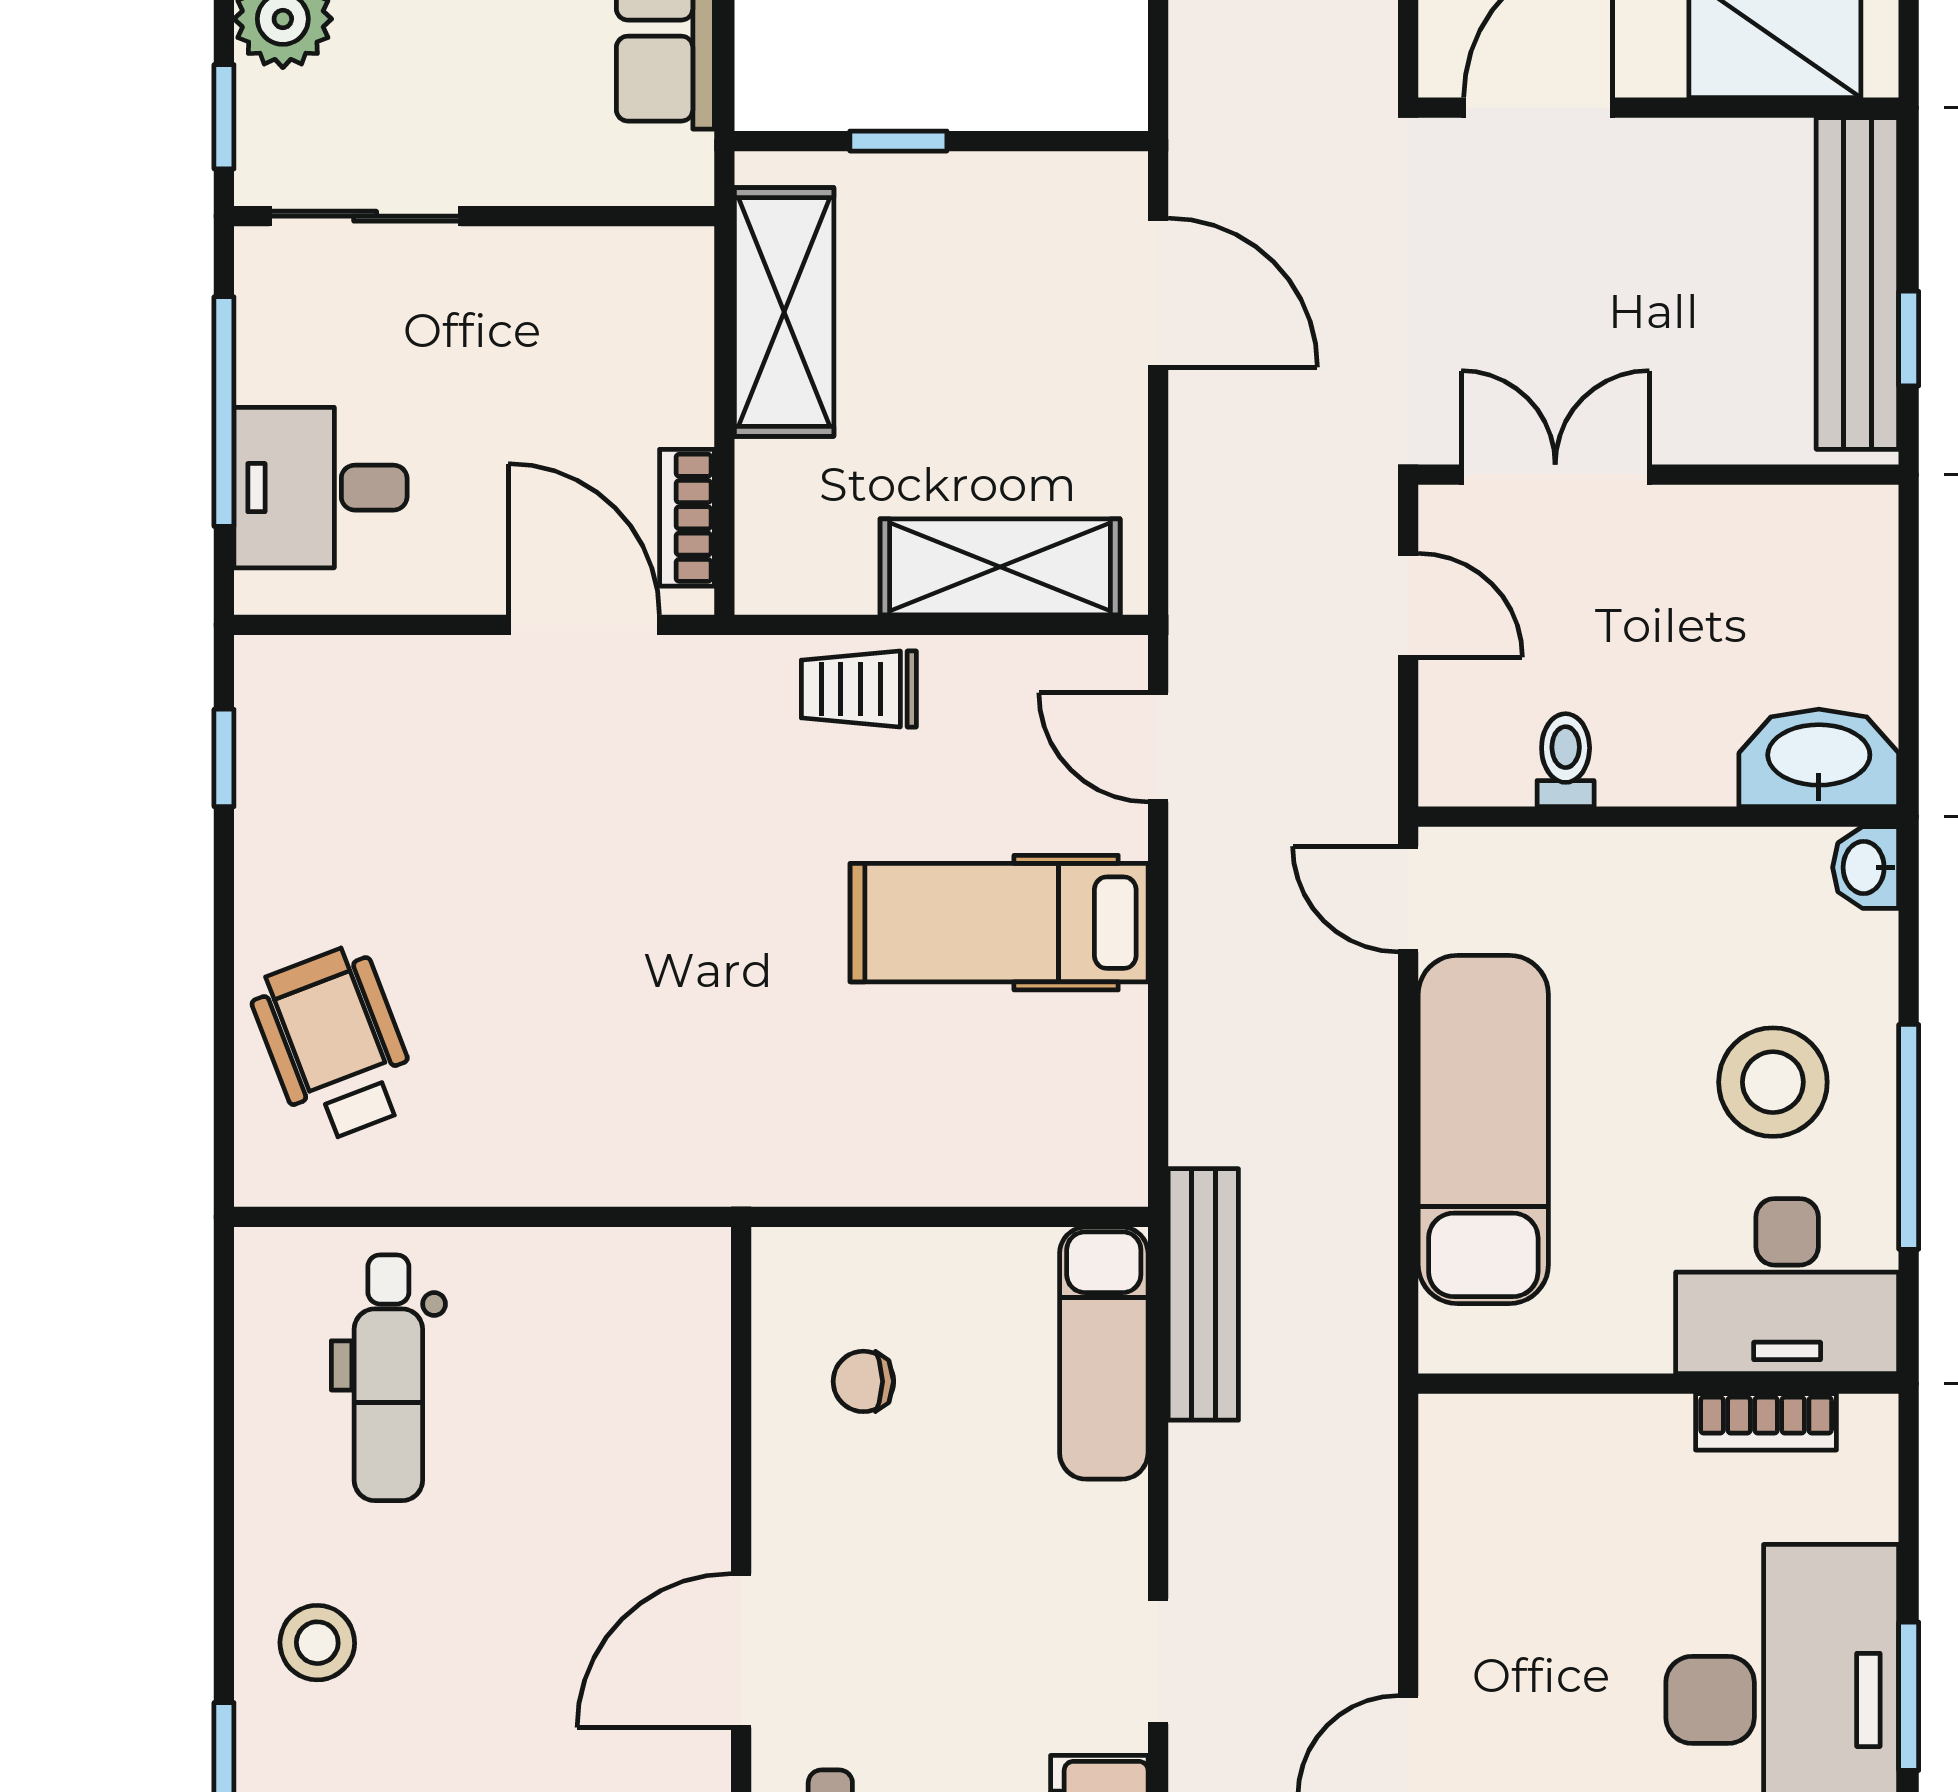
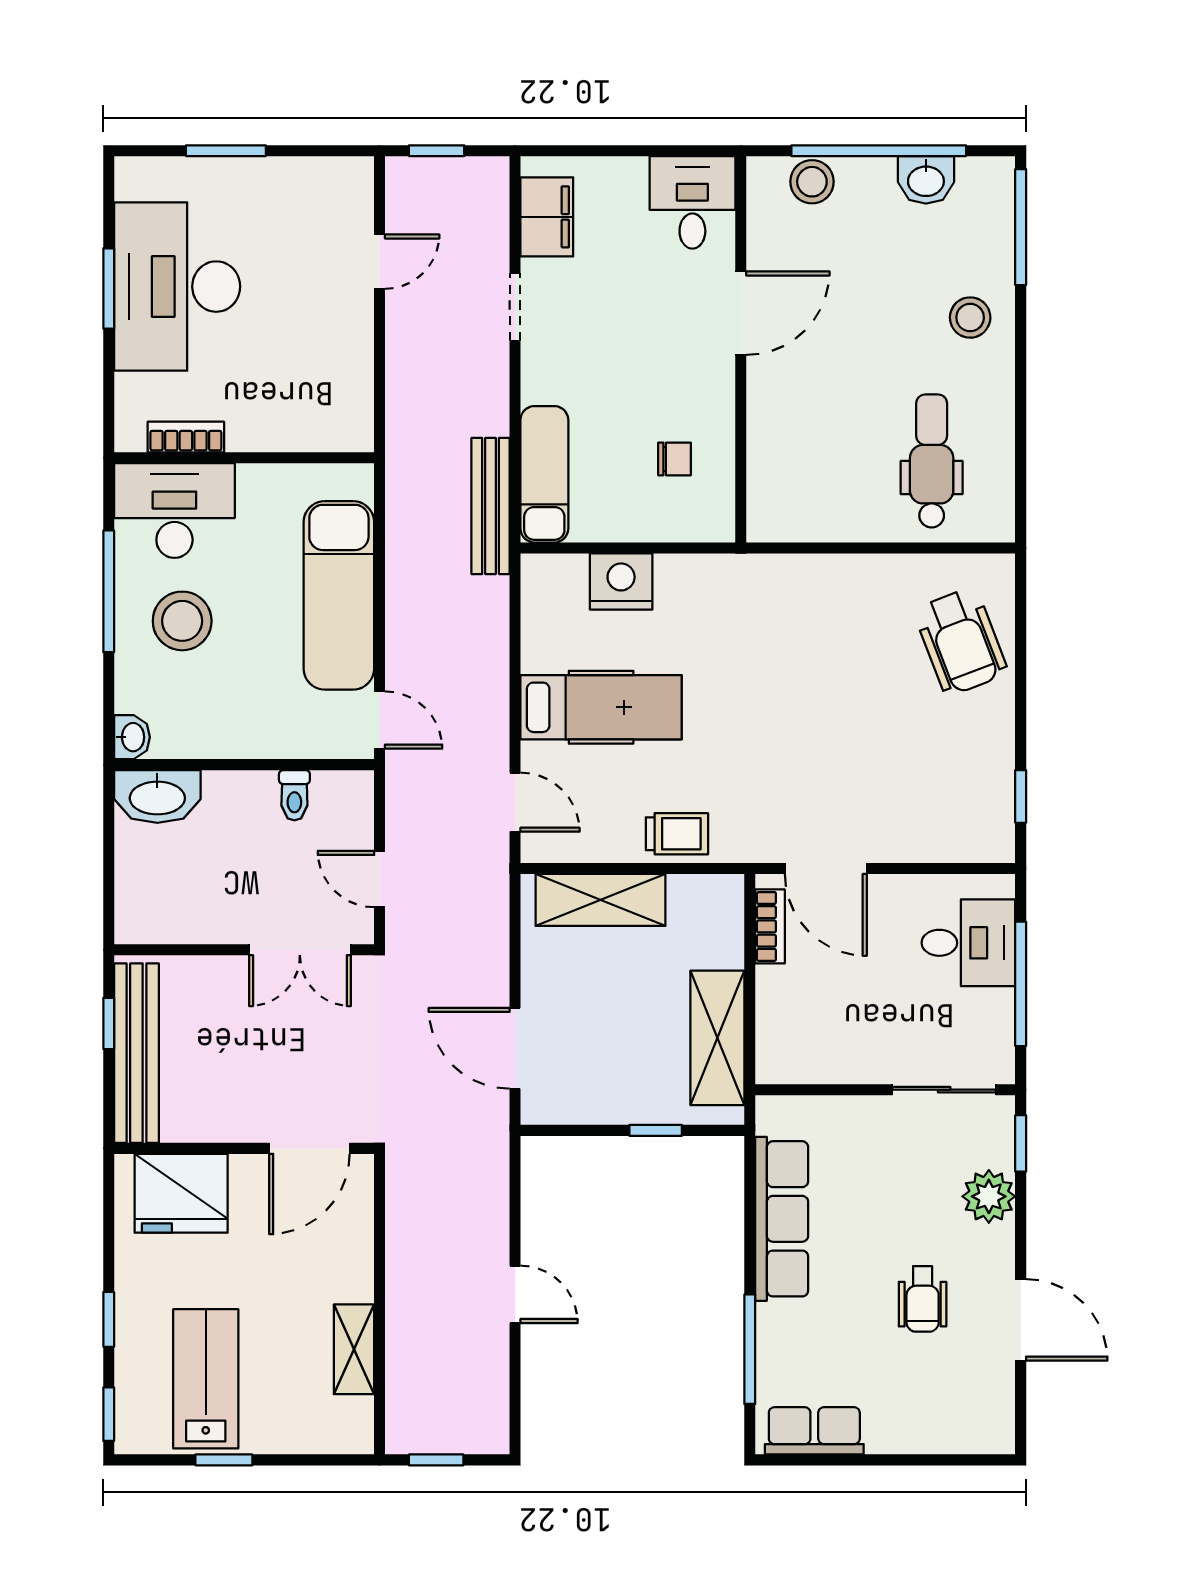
nightstand: (962, 1155) -> (621, 581), added

